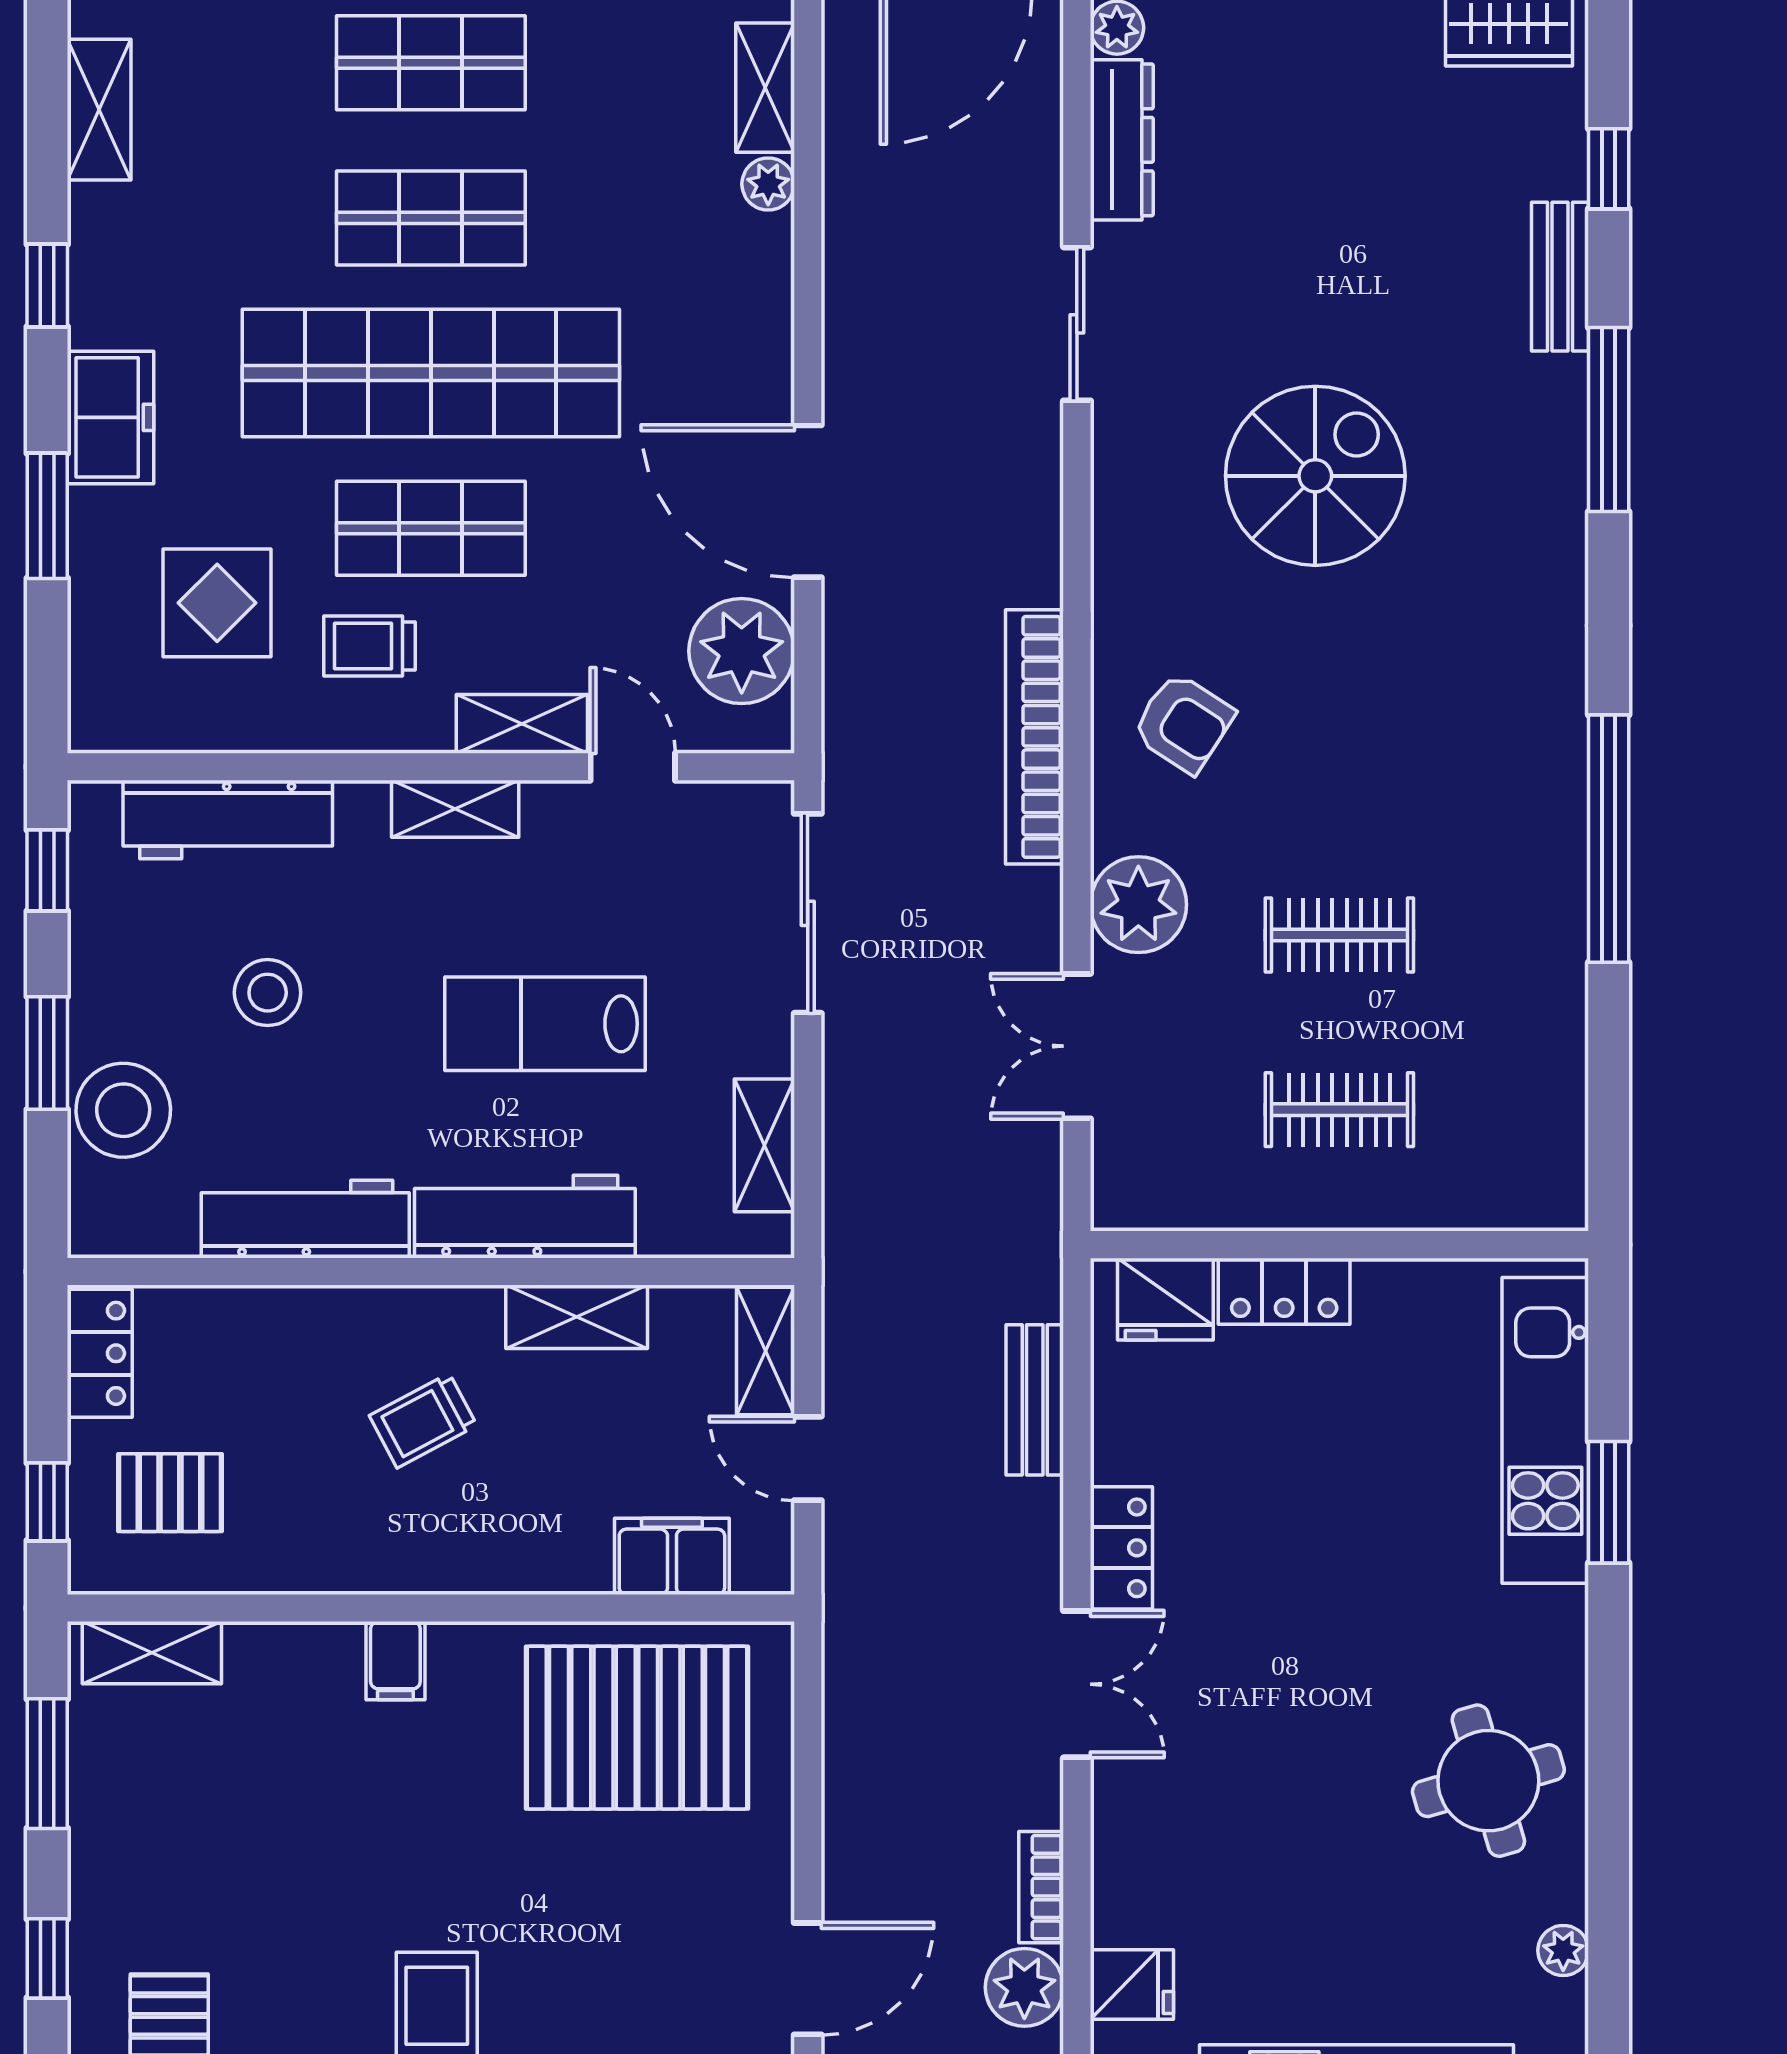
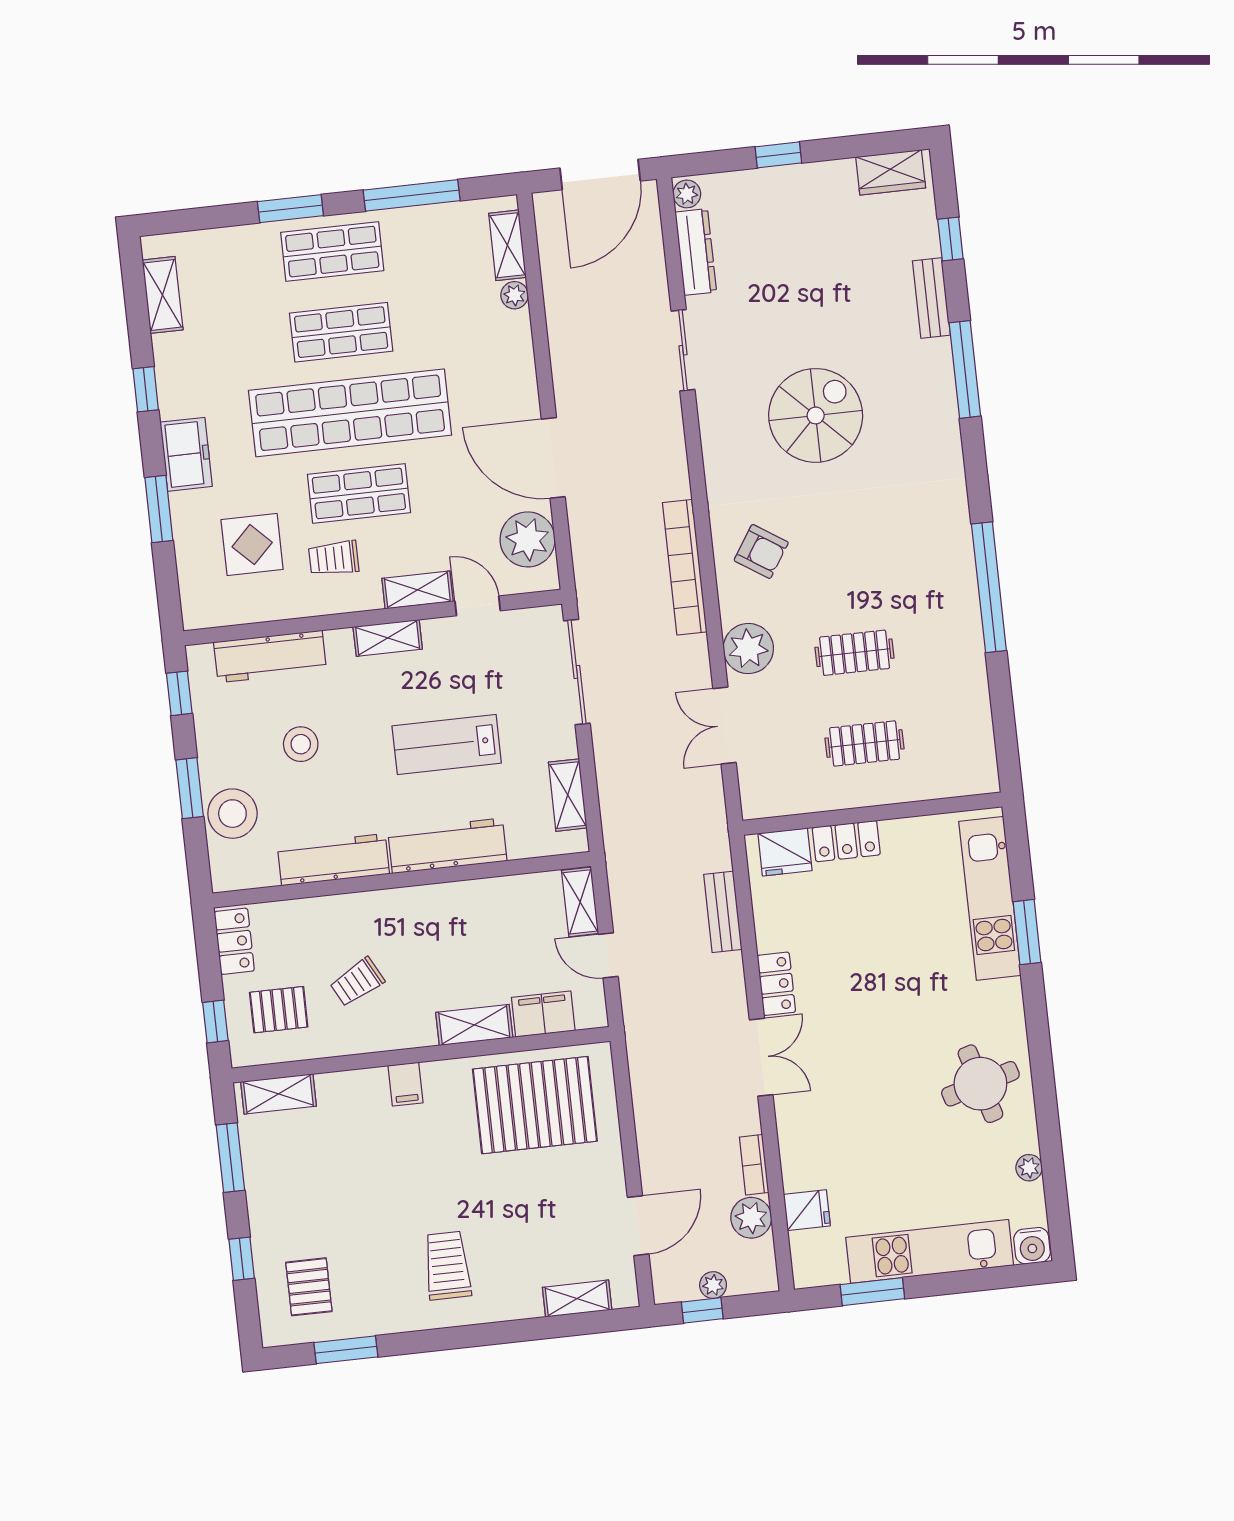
shelving: (577, 1317) -> (474, 1025), moved
trolley: (423, 1421) -> (357, 982), moved

